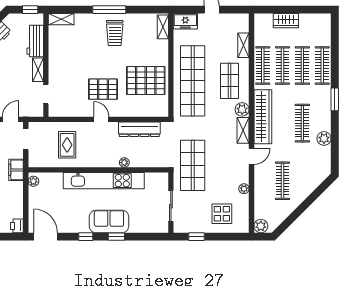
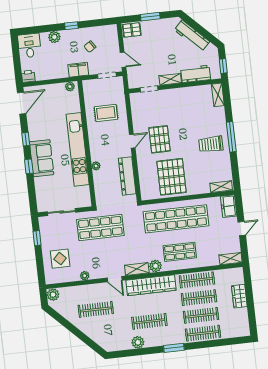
shelving: (243, 45) -> (231, 259), moved

